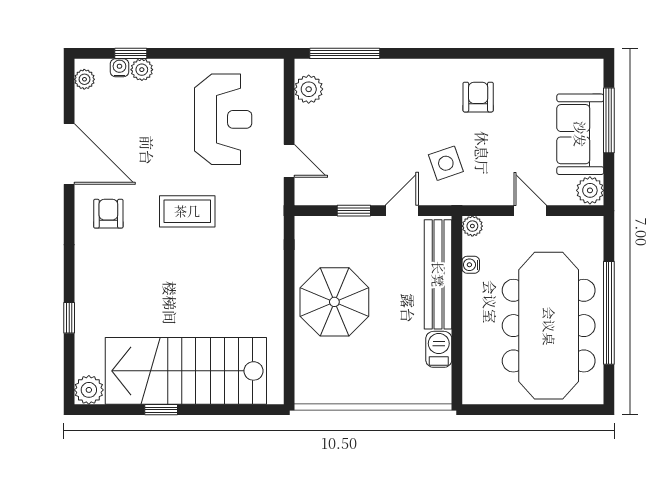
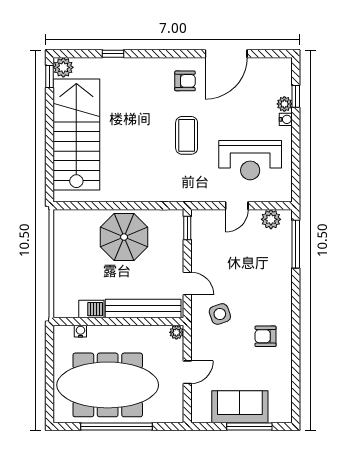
water cooler: (119, 68) -> (286, 119), moved
plant: (84, 79) -> (278, 64), removed
armchair: (478, 97) -> (266, 336), turned 180
door: (289, 161) -> (237, 206), moved
plant: (590, 190) -> (201, 414), removed
window: (354, 211) -> (187, 228), moved
water cooler: (471, 265) -> (80, 331), moved
window: (161, 410) -> (50, 77), moved

